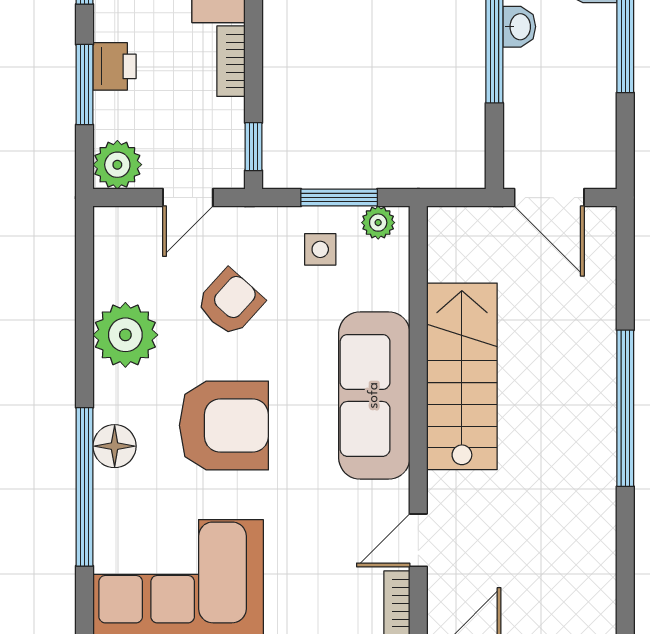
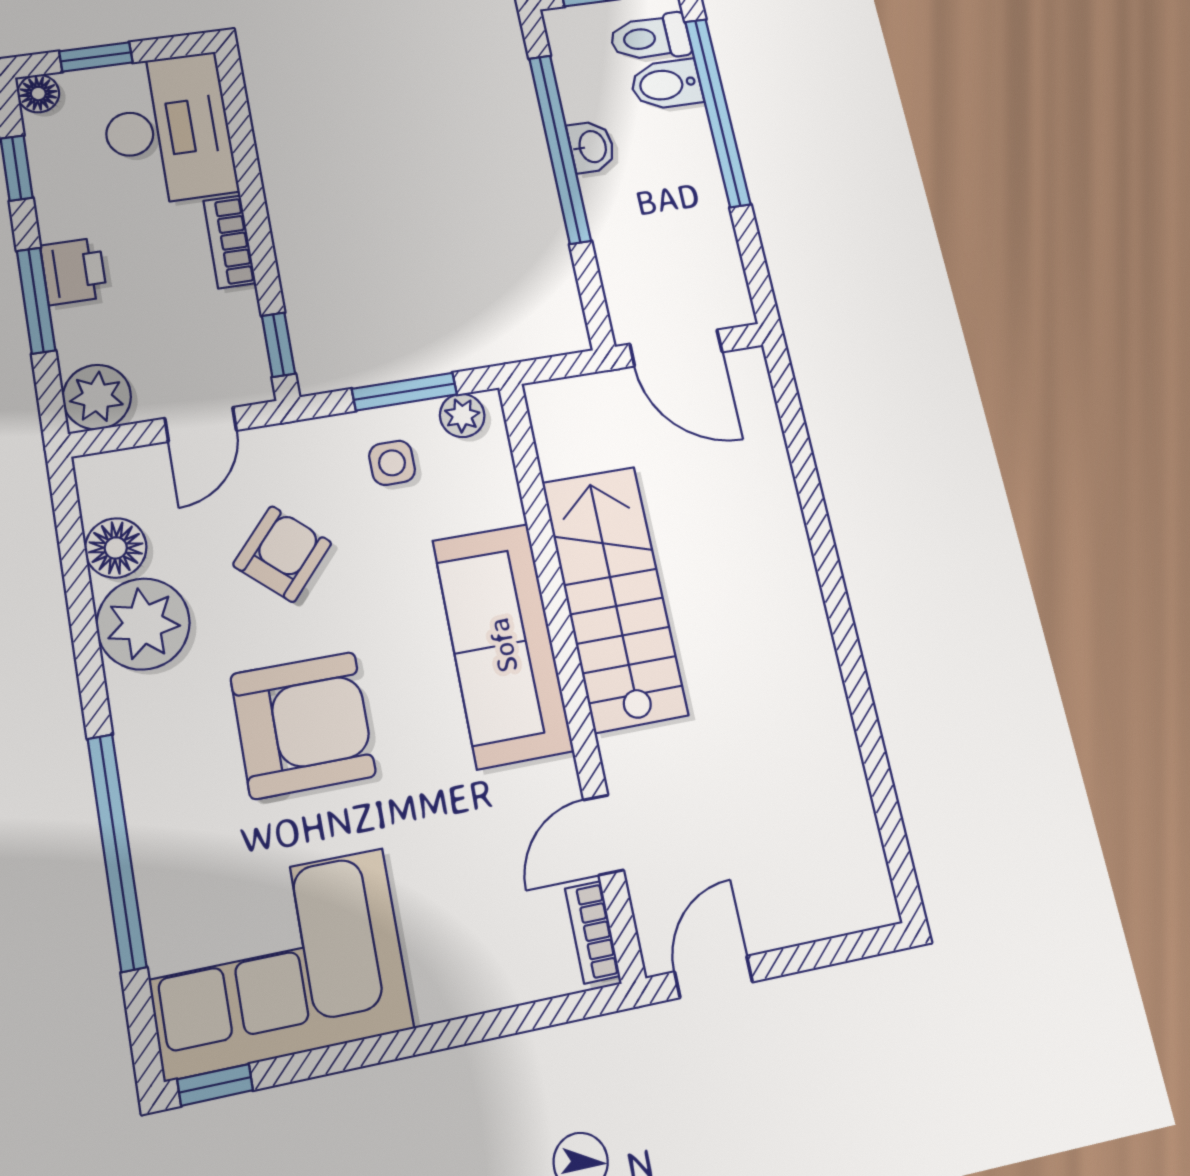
window: (625, 408) -> (836, 601), removed
floor lamp: (115, 446) -> (116, 548), moved

